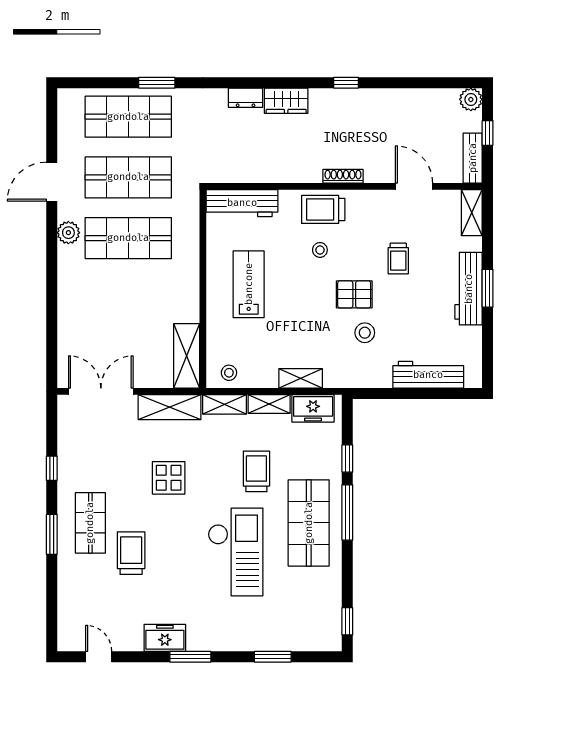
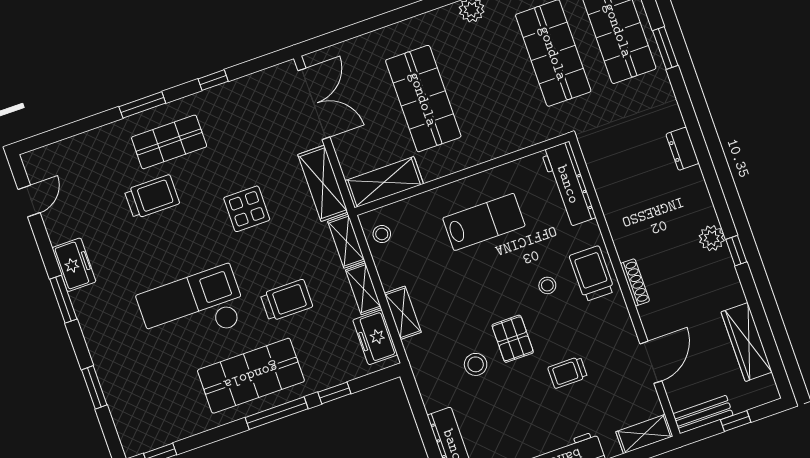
plant: (471, 99) -> (712, 238), moved
wardrobe: (286, 101) -> (747, 342), moved, width x1.50
shop shelf: (128, 238) -> (423, 99), moved
checkout: (236, 552) -> (192, 308), turned 180

